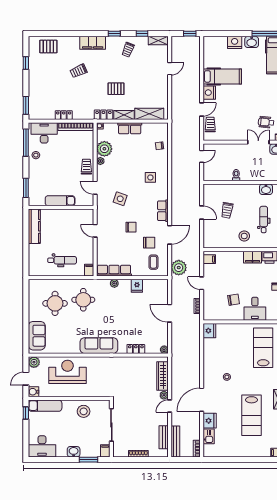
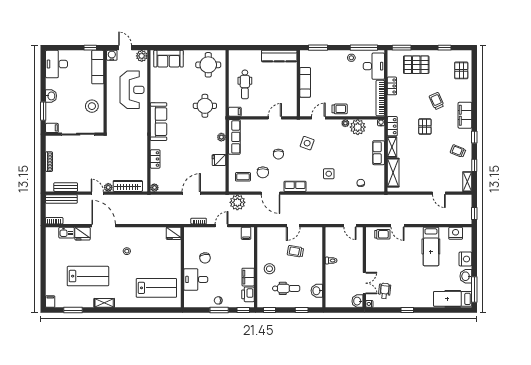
pallet: (116, 89) -> (425, 126), moved
pallet: (43, 91) -> (416, 65), added
nightstand: (209, 93) -> (456, 233), moved
round table: (55, 303) -> (208, 65), moved
lab bench: (251, 415) -> (88, 276), turned 180

